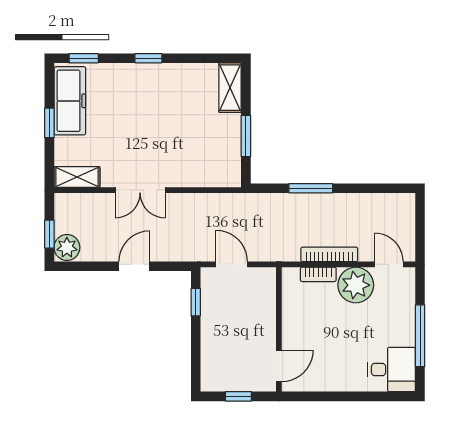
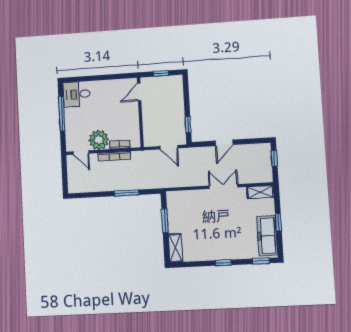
plant: (67, 247) -> (264, 151), removed

